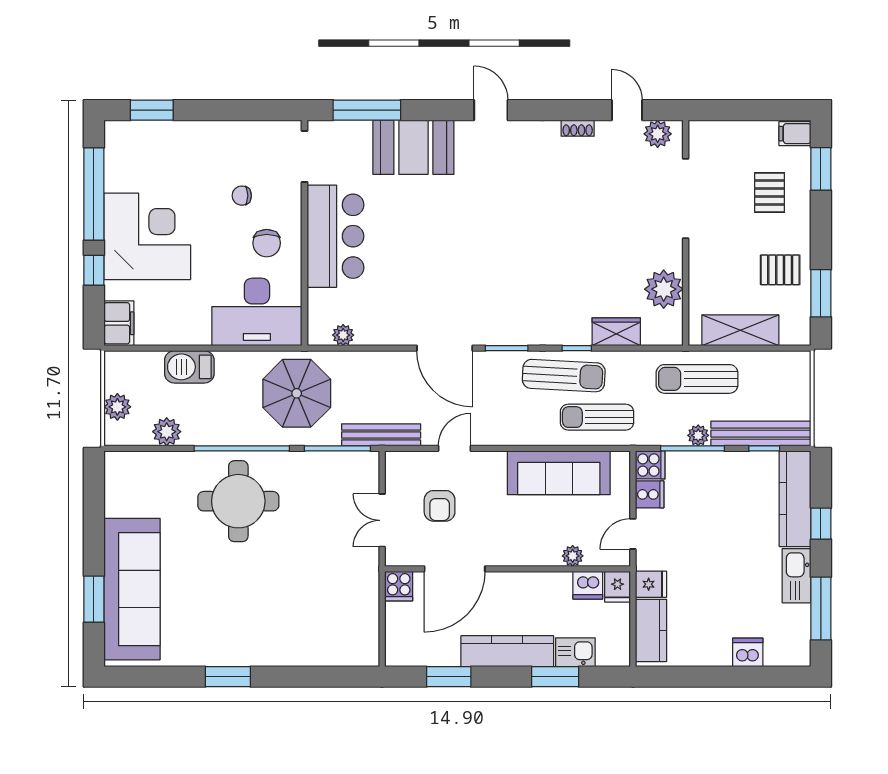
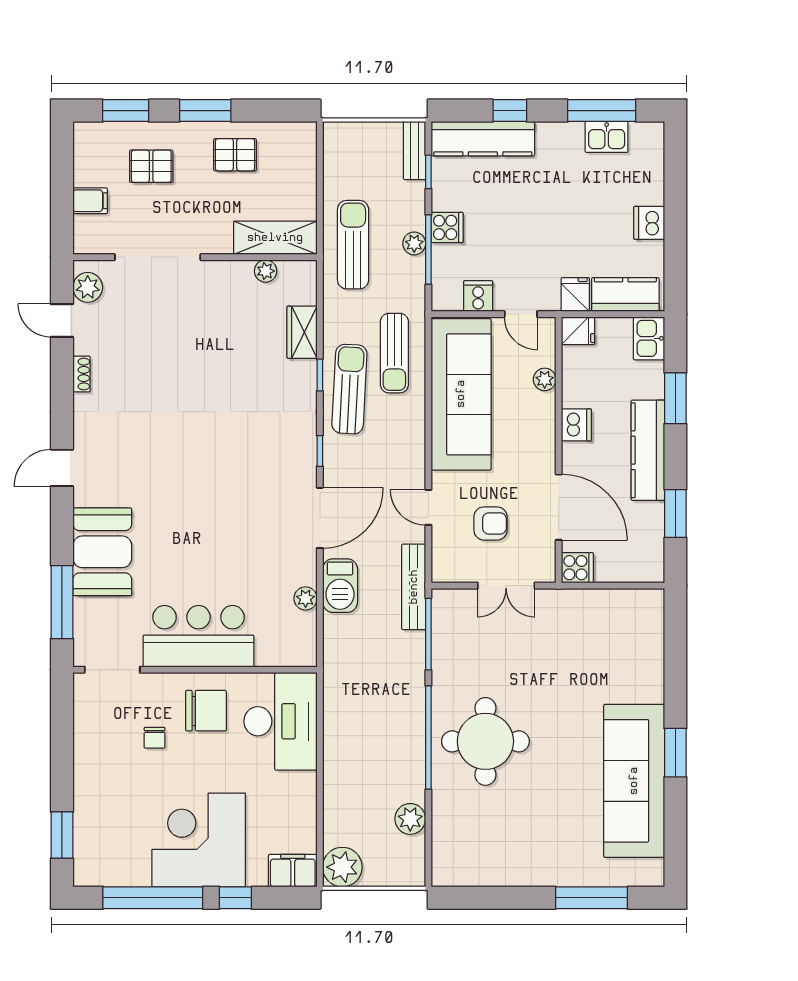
door: (627, 110) -> (62, 321), hinge flipped
filing cabinet: (795, 134) -> (90, 201), moved, turned -90
chair: (267, 243) -> (206, 711), width x1.37, depth x1.37
pallet: (780, 270) -> (235, 155), turned 90
plant: (664, 289) -> (266, 271), width x0.53, depth x0.53
window: (821, 293) -> (205, 111), moved
shelving: (740, 330) -> (275, 238), moved, turned 90
plant: (343, 335) -> (306, 598), moved
window: (507, 348) -> (320, 451), width x0.67
barbecue: (189, 367) -> (340, 586), moved
sun lounger: (697, 379) -> (353, 245), turned 180
parasol: (297, 393) -> (369, 678), removed
plant: (117, 407) -> (342, 867), moved, width x1.36, depth x1.36
bench: (761, 434) -> (415, 151), width x0.54, depth x0.82
cooker: (650, 465) -> (447, 227), moved, turned 90
sofa: (559, 473) -> (461, 394), width x1.36, depth x1.27
kitchen sink: (797, 576) -> (607, 137), moved, width x0.73
dishwasher: (588, 585) -> (576, 425), moved
sofa: (132, 589) -> (634, 781), moved, turned -90
window: (94, 599) -> (591, 898), width x1.44
kitchen sink: (575, 652) -> (649, 338), moved
dishwasher: (748, 652) -> (649, 223), moved

